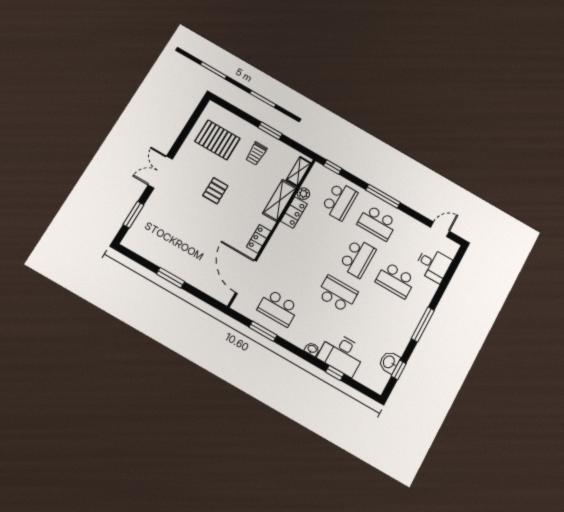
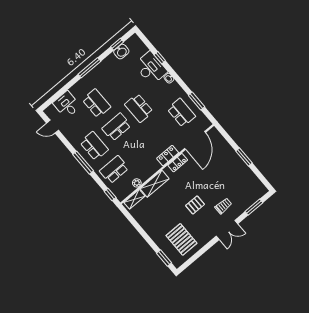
window: (270, 131) -> (164, 258), moved
trolley: (256, 154) -> (223, 206), moved
locker: (294, 212) -> (168, 156), moved

